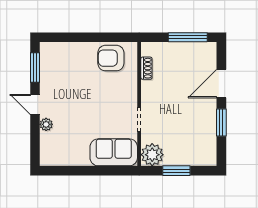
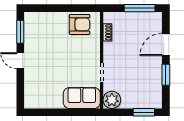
armchair: (111, 58) -> (80, 24), turned 180
plant: (46, 124) -> (29, 76), removed
window: (176, 171) -> (144, 112), moved

